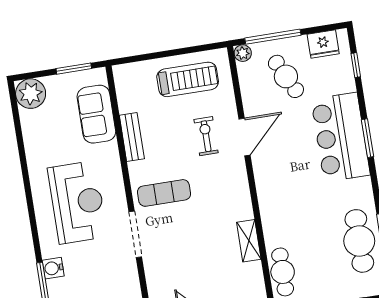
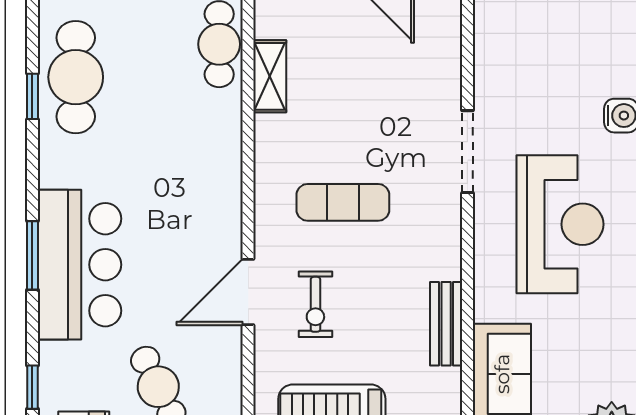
exercise mat: (164, 193) -> (343, 202), moved
reception desk: (77, 202) -> (560, 224), turned 180
shelving: (249, 241) -> (270, 76), moved

